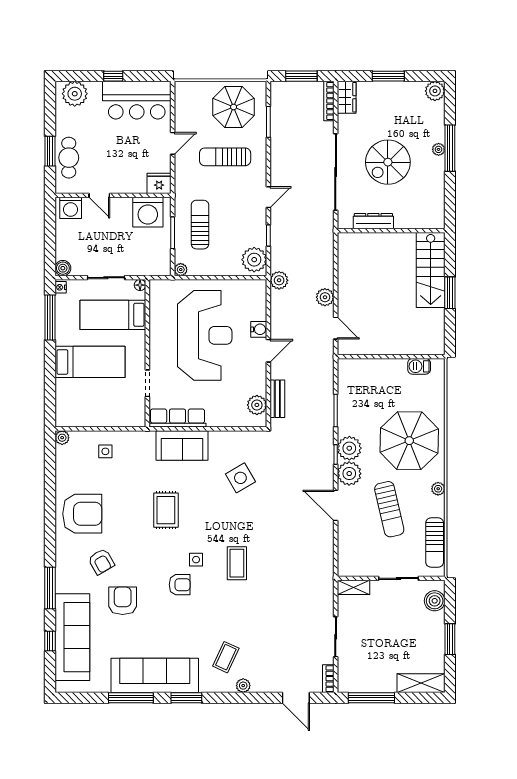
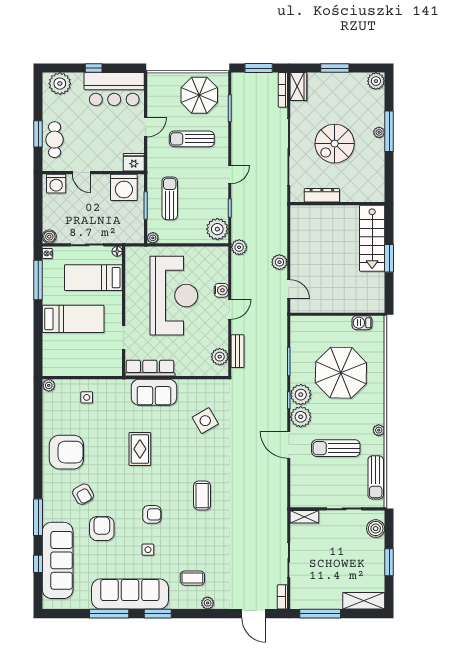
parasol: (409, 441) -> (341, 373), moved
sun lounger: (389, 509) -> (336, 448), turned 103
side table: (196, 560) -> (148, 550), moved
coffee table: (226, 657) -> (192, 578), turned 65

